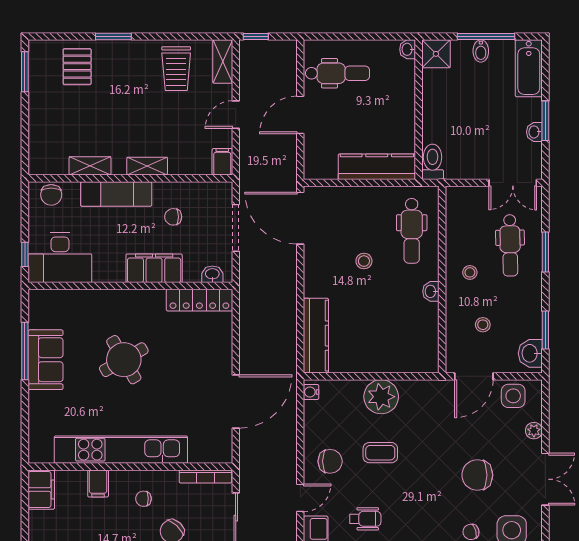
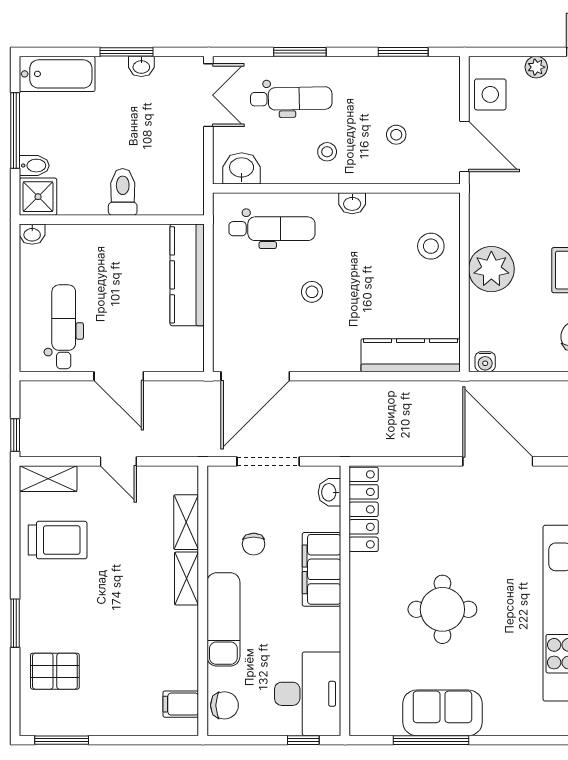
bidet: (481, 51) -> (34, 166), moved
filing cabinet: (222, 162) -> (181, 704), moved
toilet: (433, 162) -> (123, 192), moved, turned 90
shelving: (90, 166) -> (186, 522), moved
stool: (398, 351) -> (431, 246), added
washbasin: (530, 353) -> (242, 168), moved, turned 180
round table: (124, 360) -> (442, 609), turned 30

